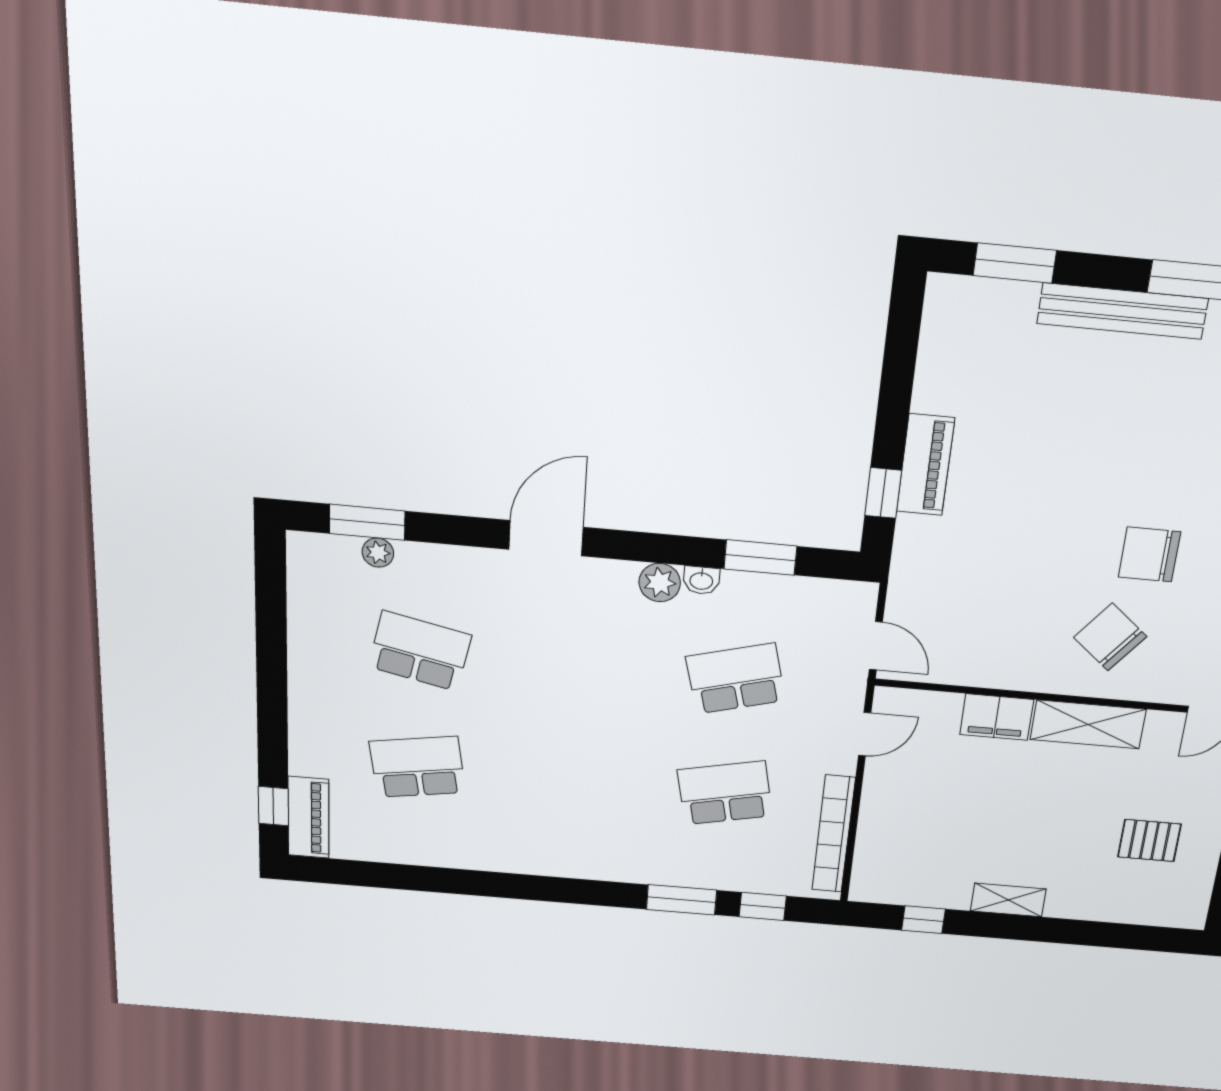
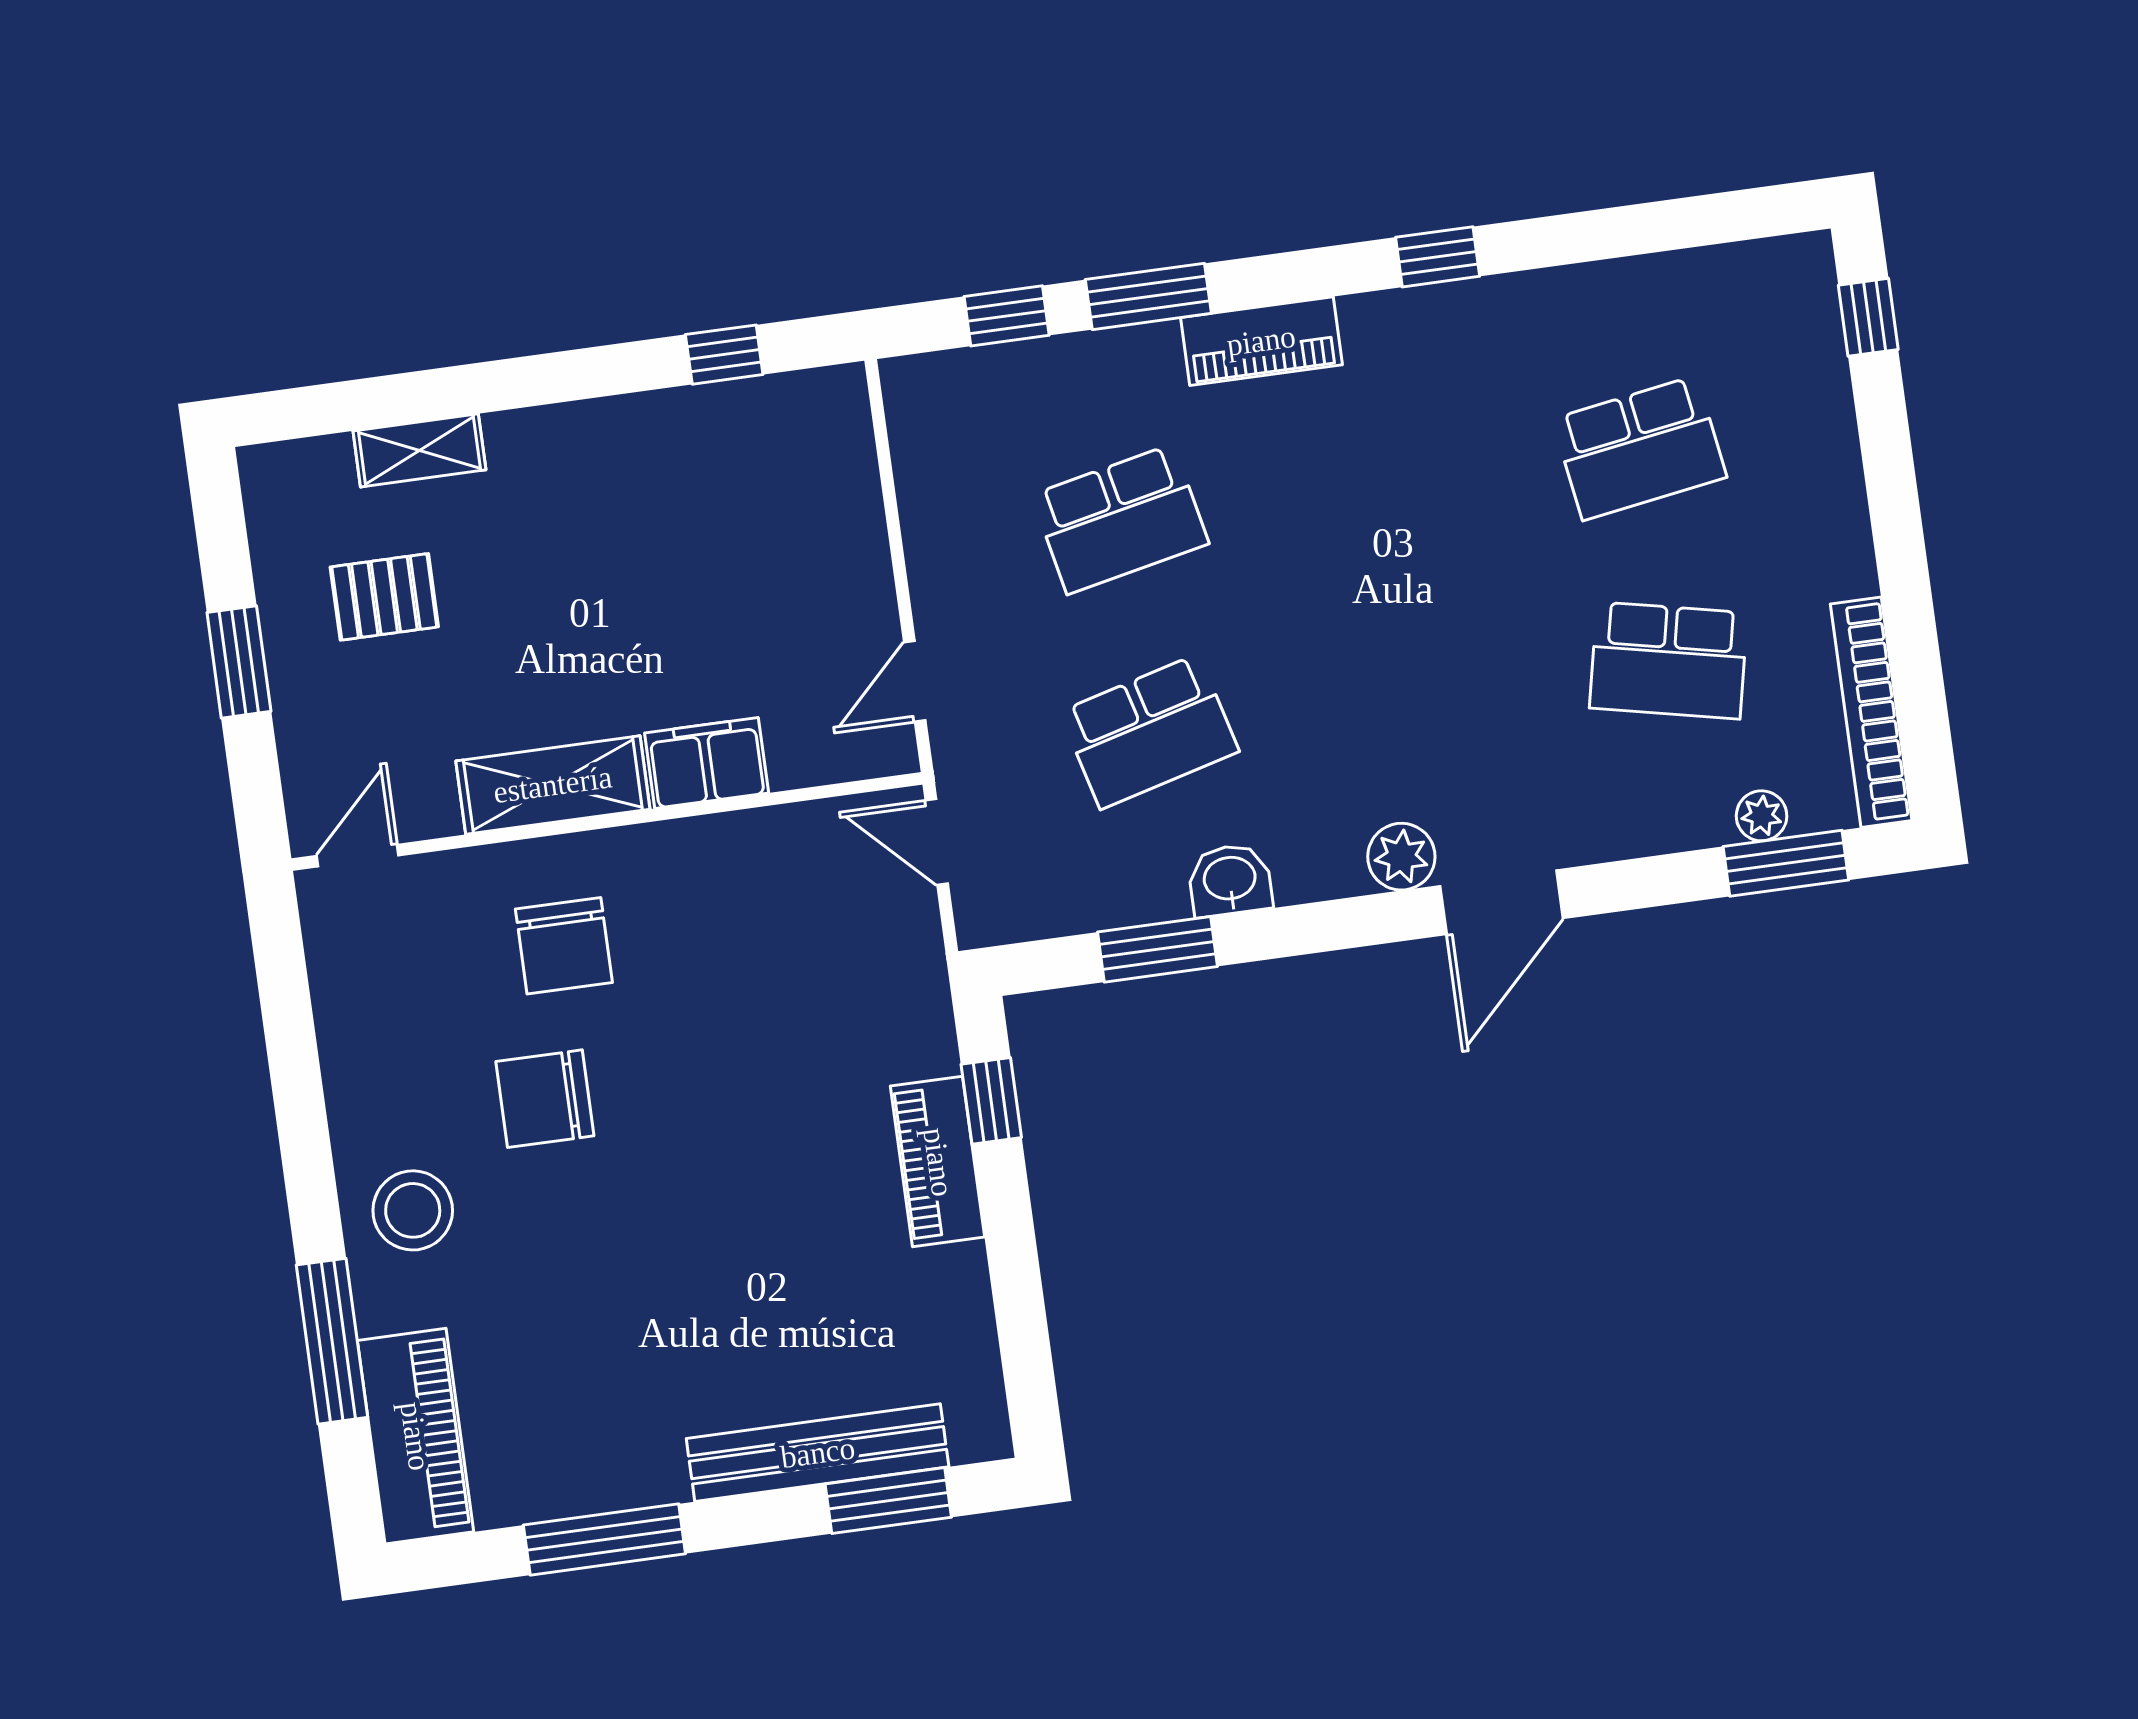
bench: (1122, 311) -> (818, 1453), moved
chair: (1149, 554) -> (545, 1099), turned 180
washbasin: (701, 580) -> (1230, 880), width x1.38, depth x1.45
plant: (660, 583) -> (1401, 857), moved
chair: (1110, 637) -> (564, 946), turned 51
piano: (308, 817) -> (1261, 341), moved, turned -90
bookcase: (834, 834) -> (1871, 712), moved, turned 180
window: (515, 886) -> (1438, 257), added
shelving: (1008, 900) -> (419, 450), moved

